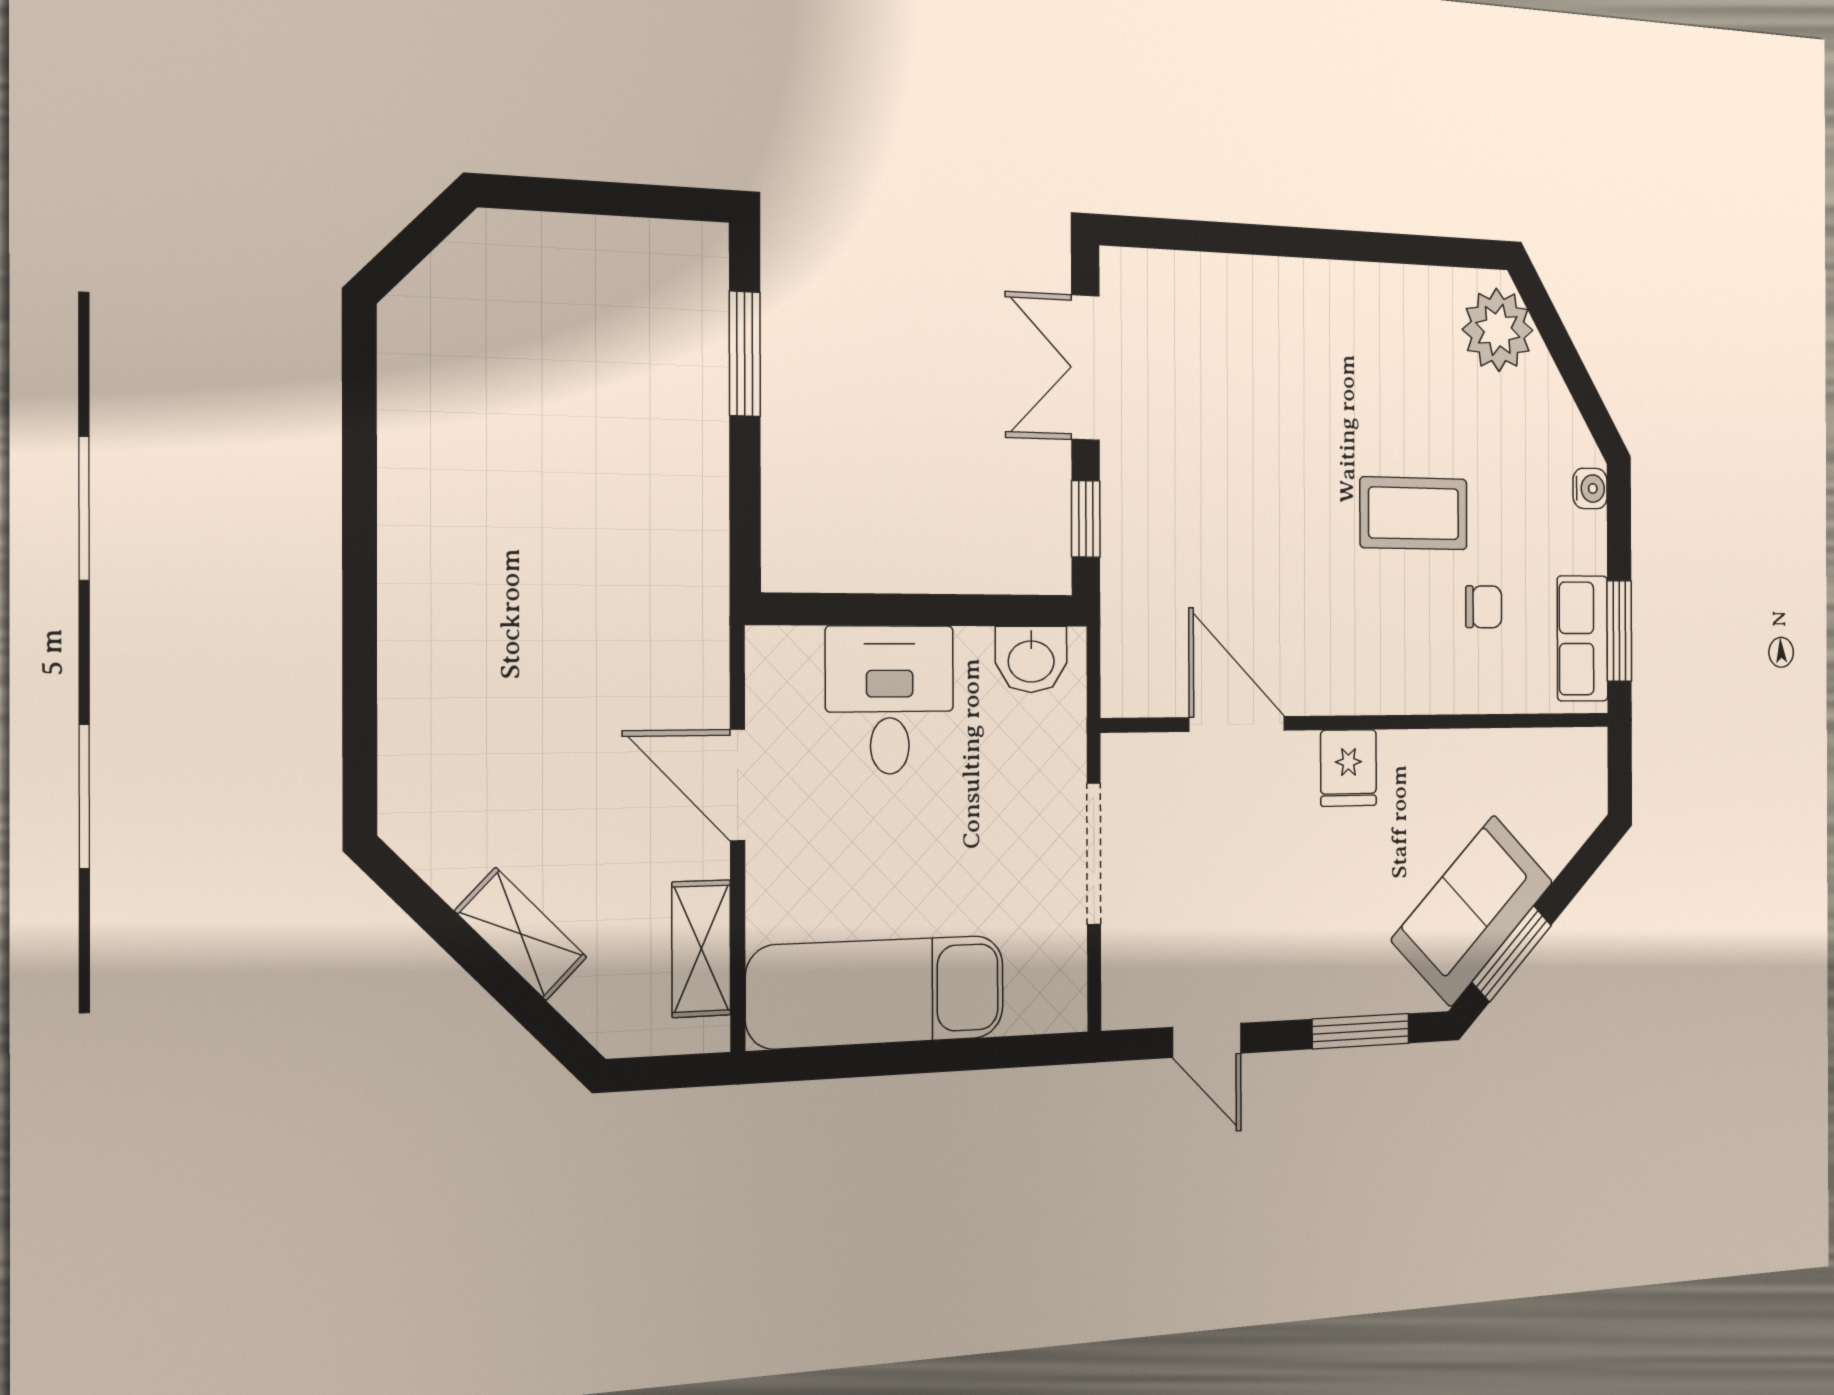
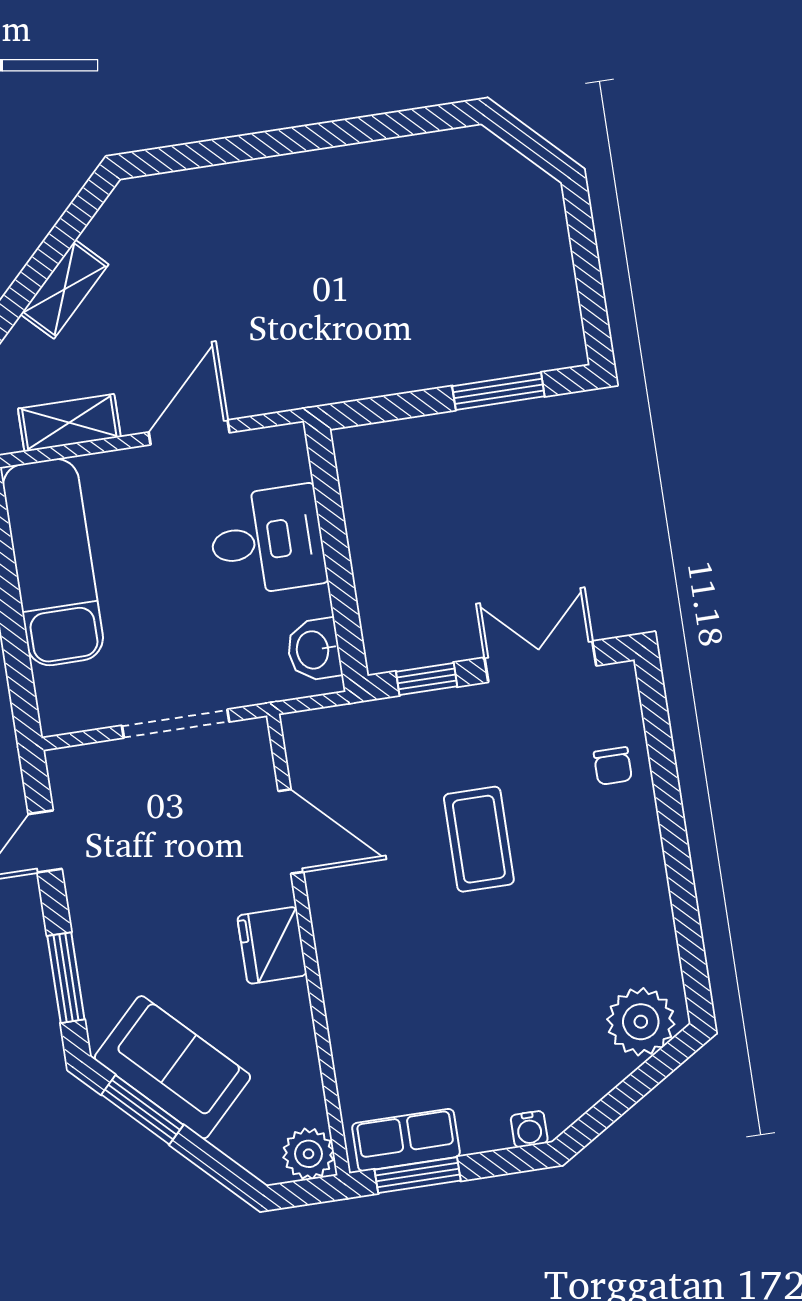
coffee table: (1414, 513) -> (479, 839), moved
chair: (1484, 607) -> (613, 766), moved
door: (1237, 724) -> (291, 831), hinge flipped
plant: (1582, 758) -> (308, 1154), added
fridge: (1348, 768) -> (272, 945), width x1.38

